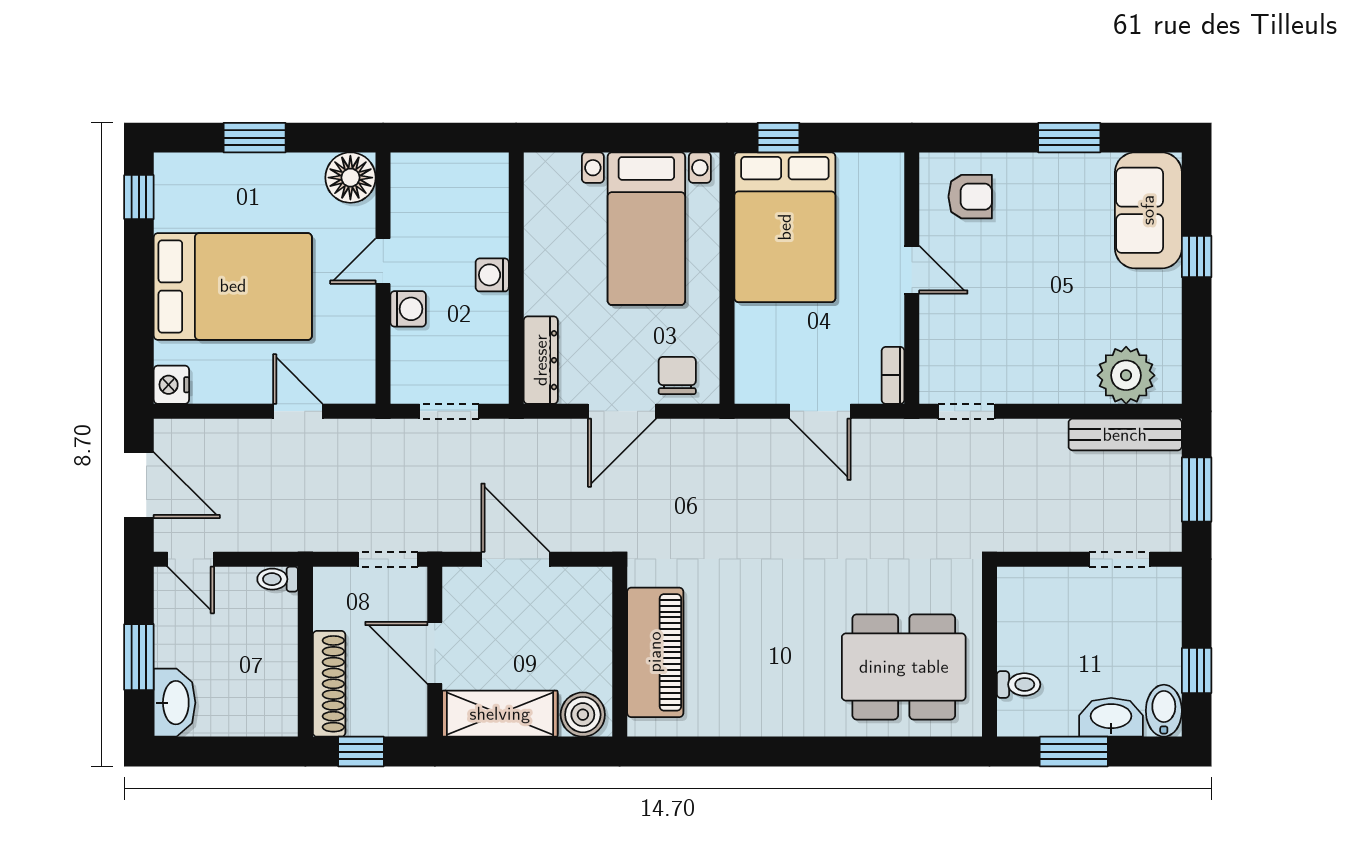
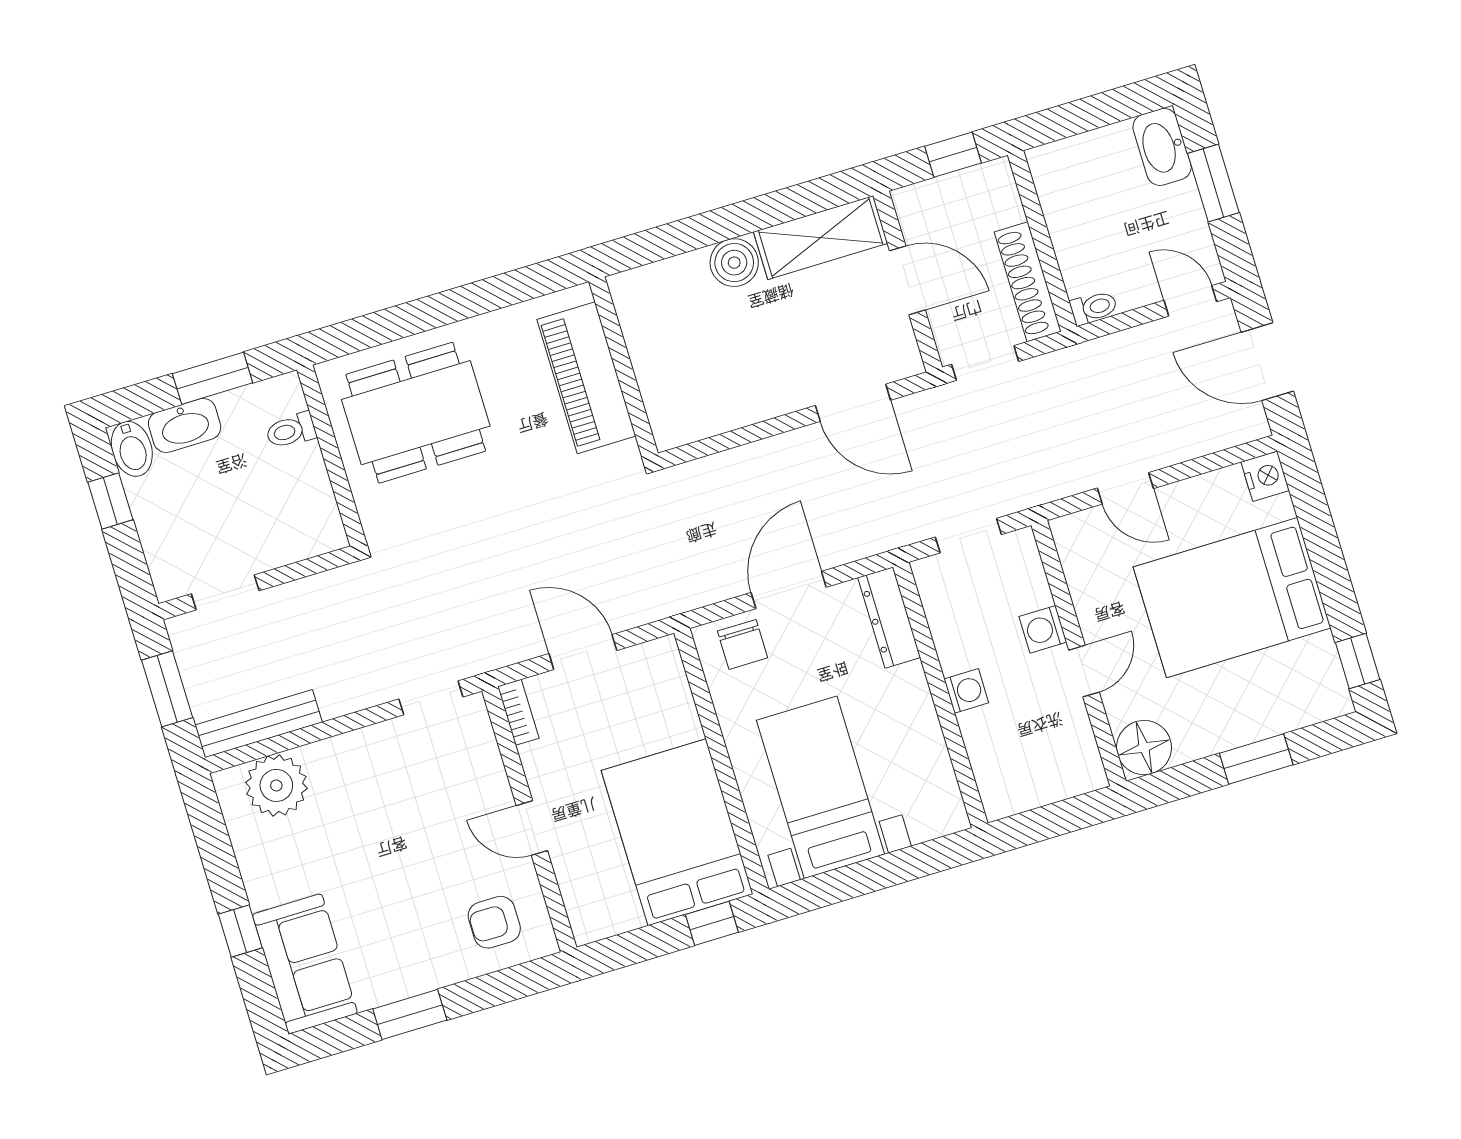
wall: (620, 652) -> (623, 367), moved
piano: (655, 652) -> (586, 378), moved
shoe rack: (329, 684) -> (1028, 282), moved

